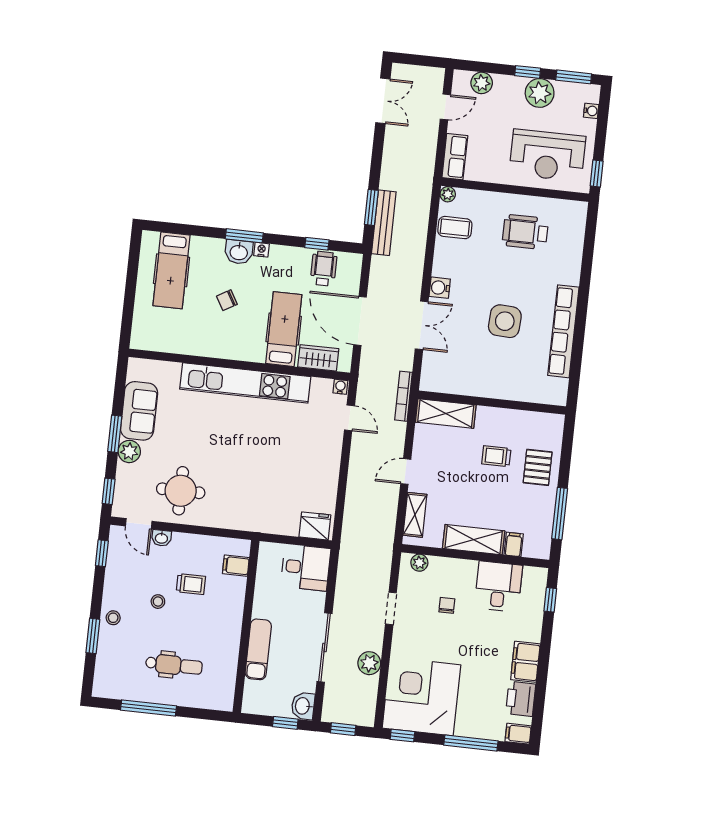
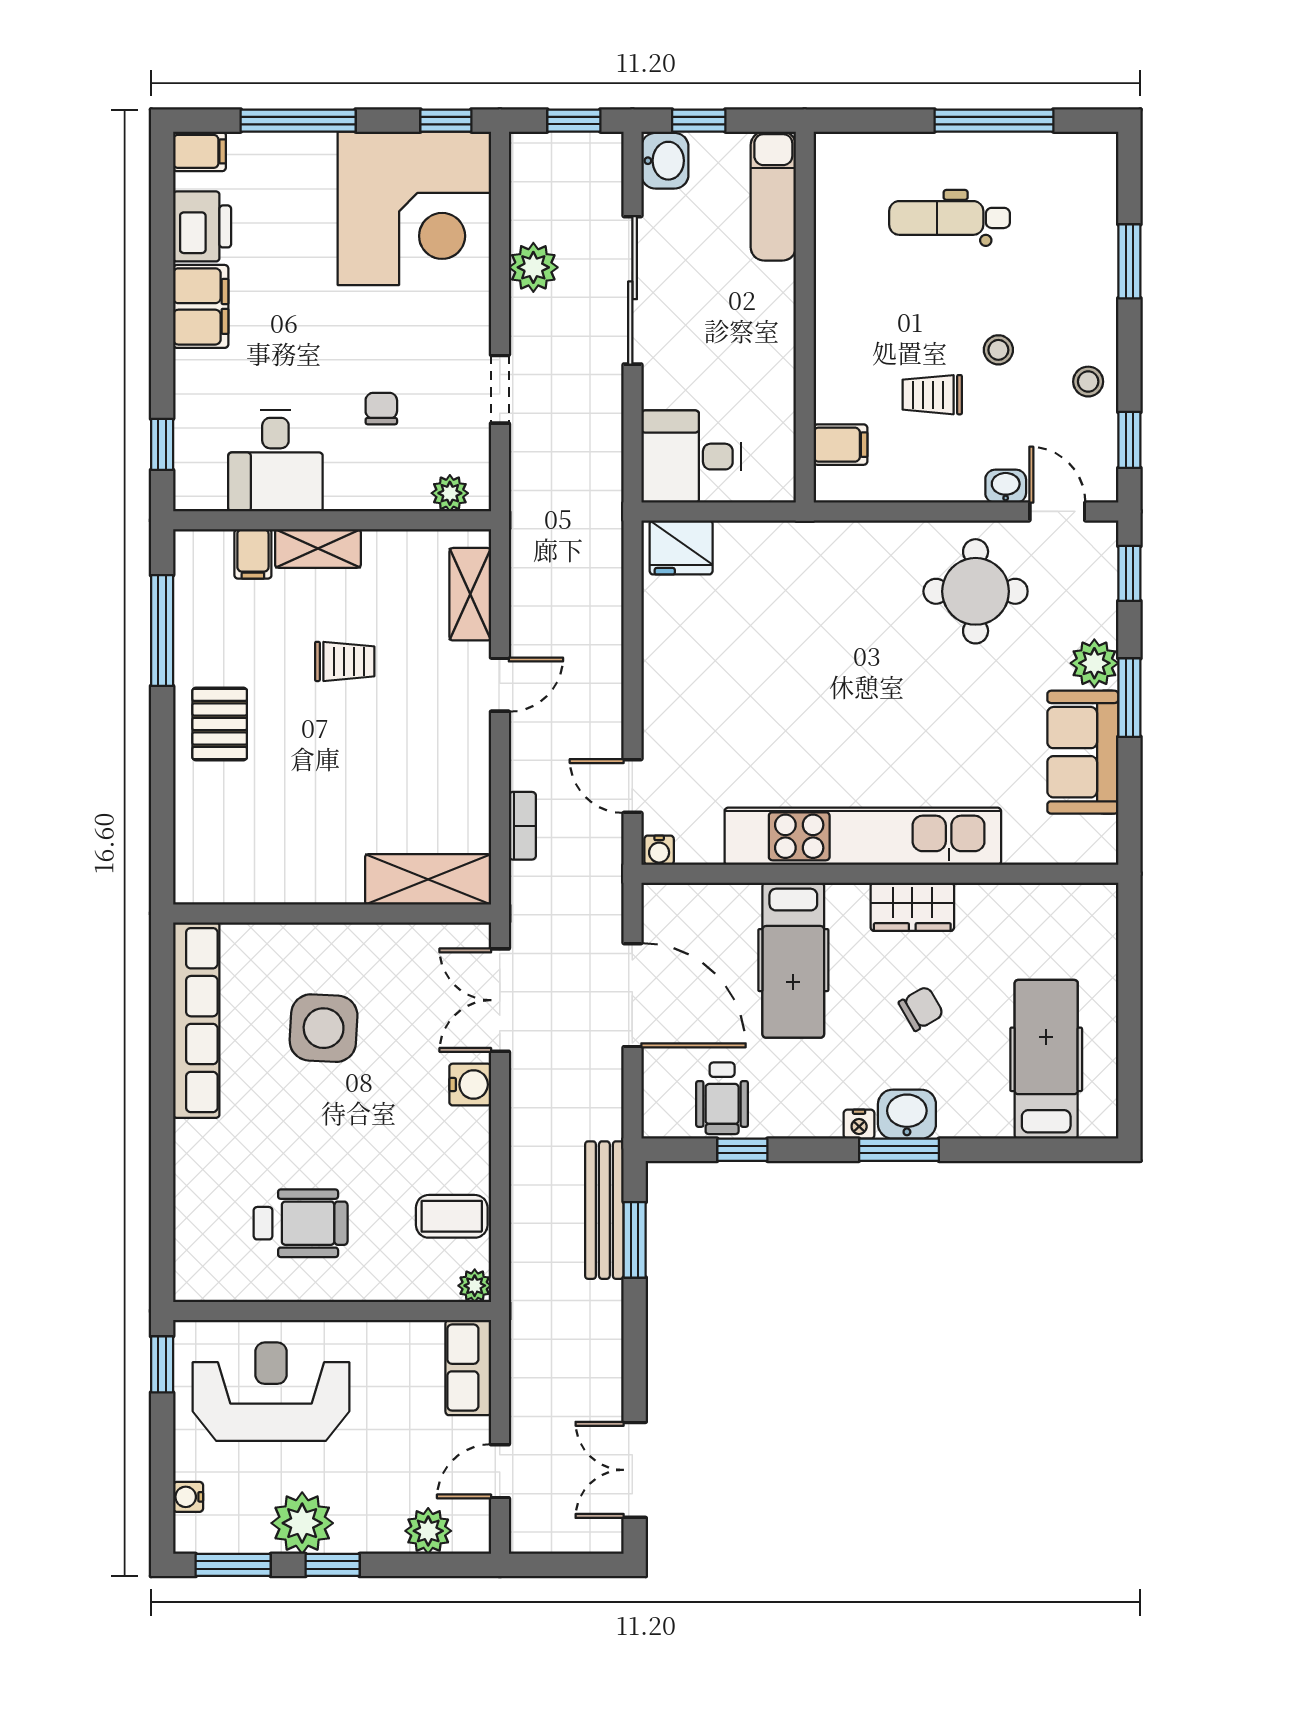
wardrobe: (318, 358) -> (912, 907), moved
bookcase: (403, 396) -> (522, 826), width x0.64
wall: (492, 403) -> (332, 913), moved
shelving: (446, 414) -> (428, 879), moved
trolley: (496, 456) -> (345, 661), moved
shelving: (474, 540) -> (318, 548), width x0.67, depth x0.75
chair: (447, 605) -> (381, 409), turned 180
stool: (113, 618) -> (1088, 382), moved
exam couch: (258, 649) -> (773, 196), moved

